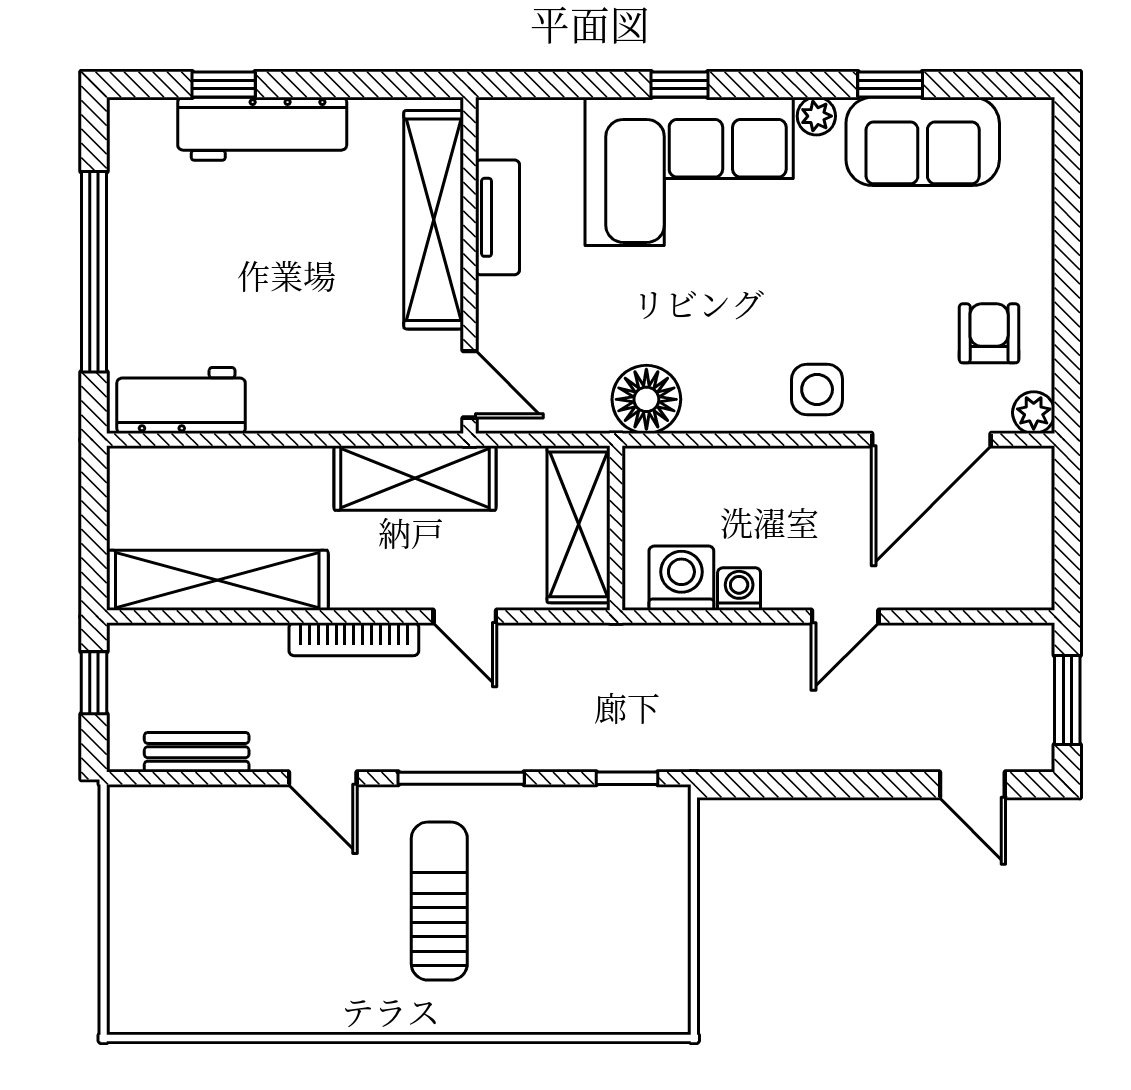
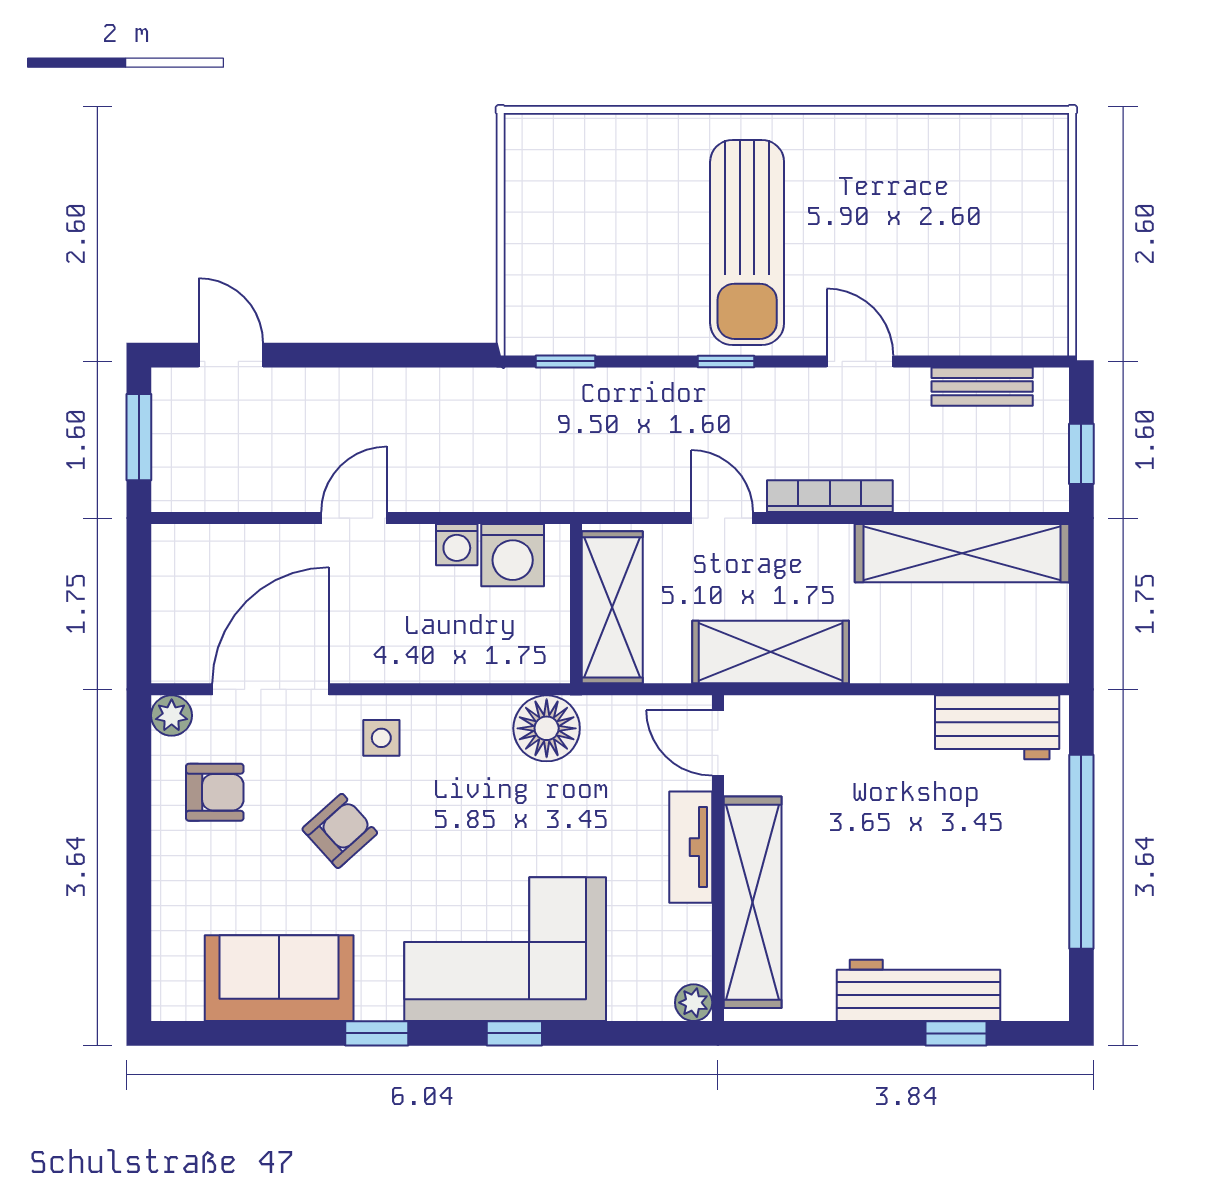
window: (890, 84) -> (377, 1033), moved
plant: (816, 116) -> (694, 1003), moved
tv unit: (498, 217) -> (691, 847), moved
armchair: (860, 293) -> (340, 831), added
armchair: (989, 333) -> (215, 792), turned -90
side table: (817, 389) -> (381, 738), width x0.73, depth x0.73
window: (461, 778) -> (726, 361), width x0.46
sun lounger: (439, 901) -> (747, 242), width x1.36, depth x1.34

